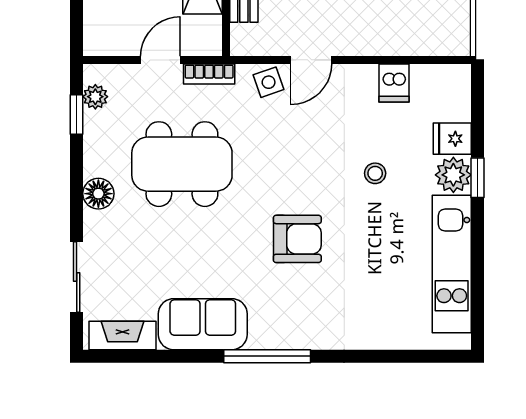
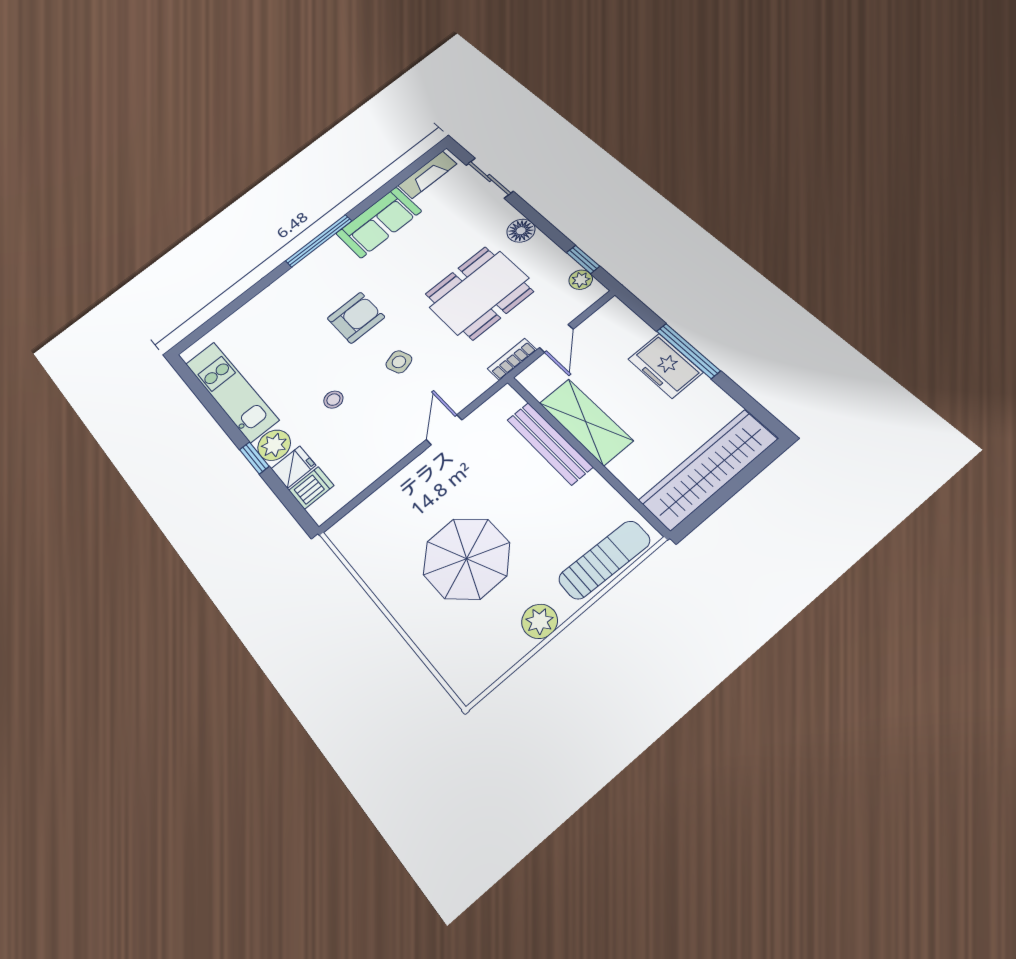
side table: (269, 82) -> (399, 362), moved
dishwasher: (394, 83) -> (311, 488), moved, turned 90
armchair: (297, 239) -> (356, 318), turned 180

